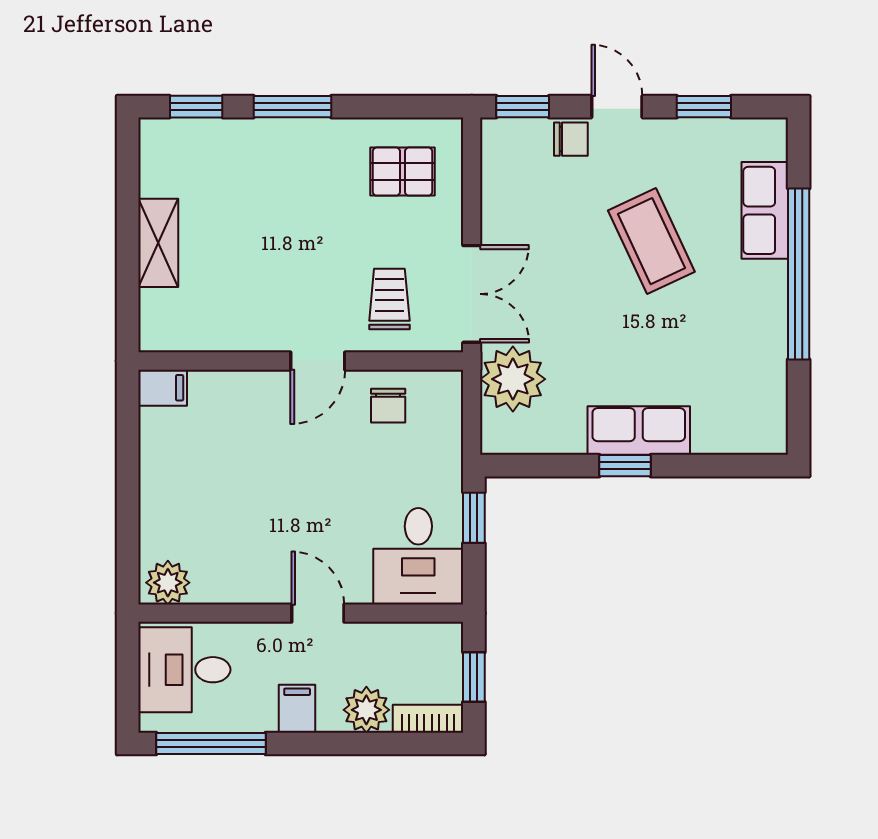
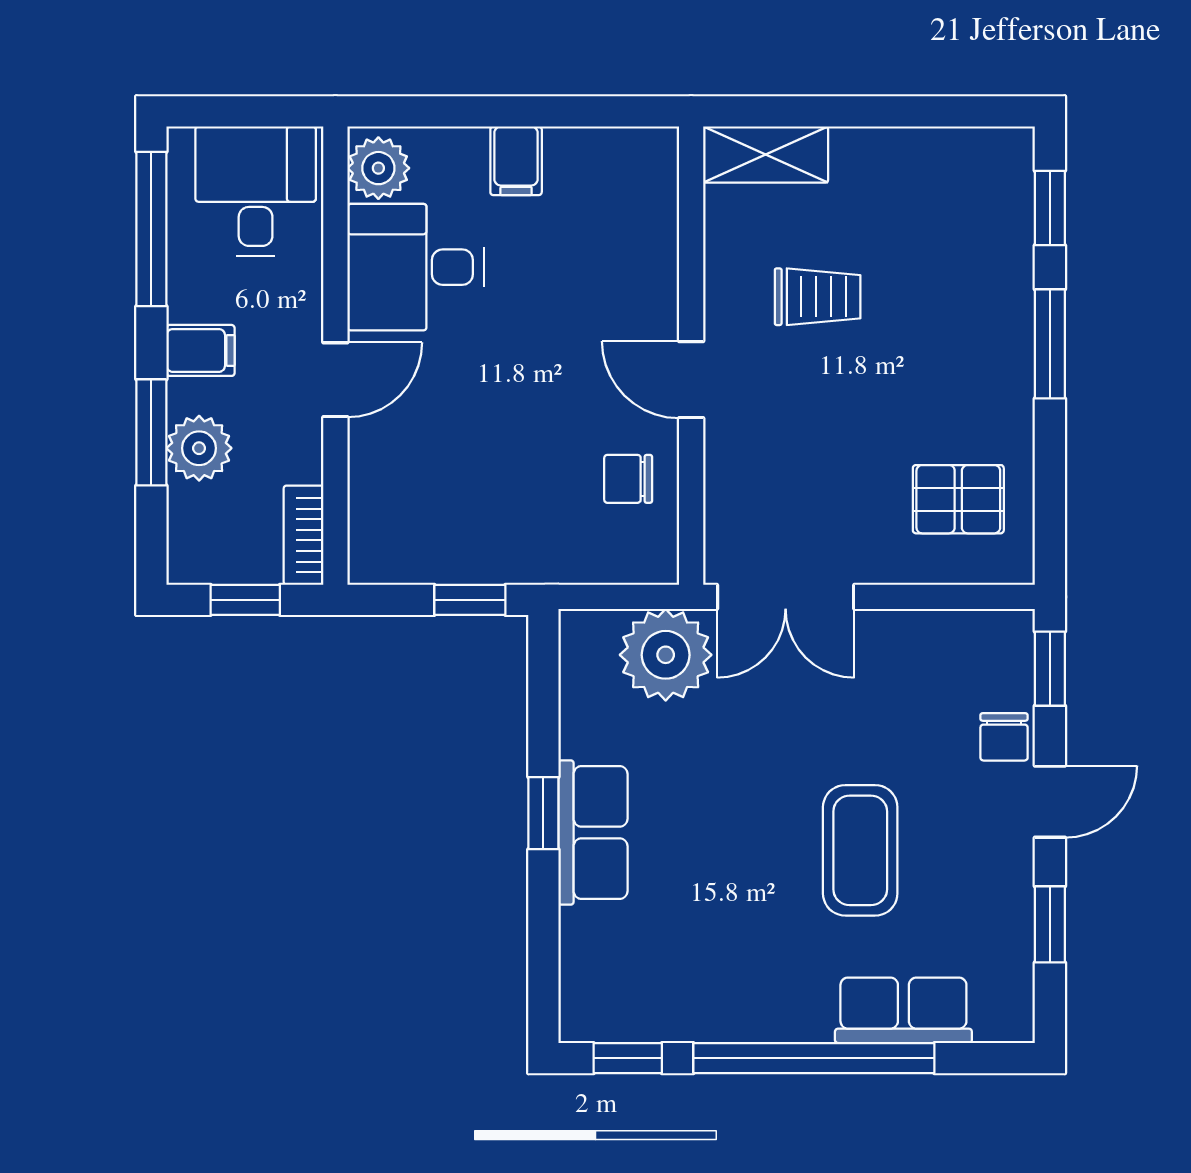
pallet: (402, 172) -> (958, 499), turned 90
coffee table: (651, 241) -> (860, 850), turned -65
shelving: (158, 243) -> (766, 155), moved
trolley: (389, 299) -> (818, 297), moved
filing cabinet: (163, 388) -> (516, 161), moved
window: (799, 406) -> (628, 1058), added
desk: (418, 556) -> (416, 267), moved
bookcase: (428, 719) -> (303, 535), moved, turned 180
window: (355, 744) -> (151, 432), added

